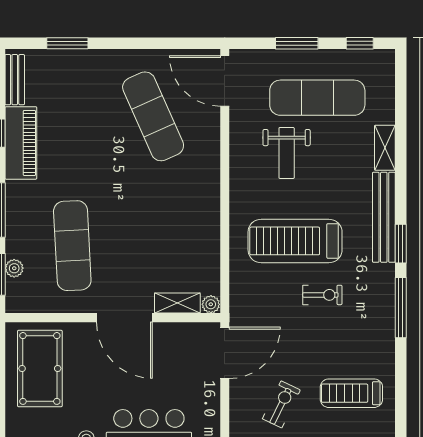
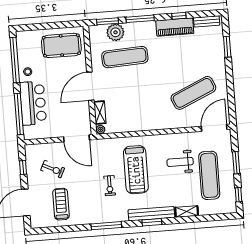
treadmill: (295, 241) -> (136, 170), turned 180
window: (401, 244) -> (152, 222), moved
plant: (14, 268) -> (115, 32), width x1.87, depth x1.87

